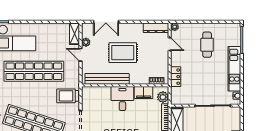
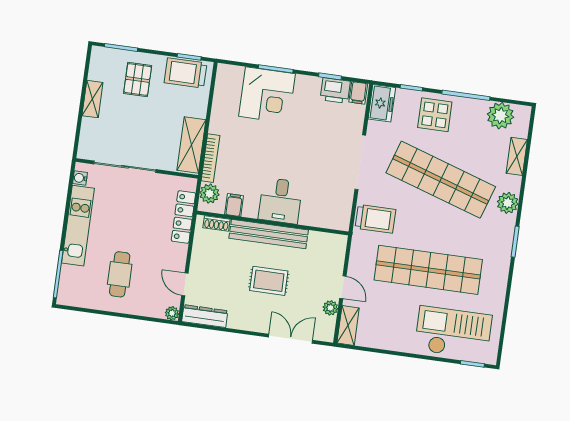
rug: (123, 53) -> (269, 281), width x0.73, depth x0.70
locker: (176, 77) -> (183, 217), width x1.53
bench: (107, 79) -> (269, 234), moved
filing cabinet: (144, 93) -> (234, 205), width x0.50

